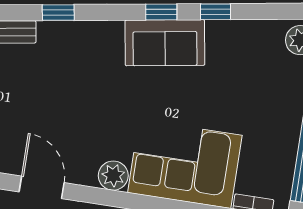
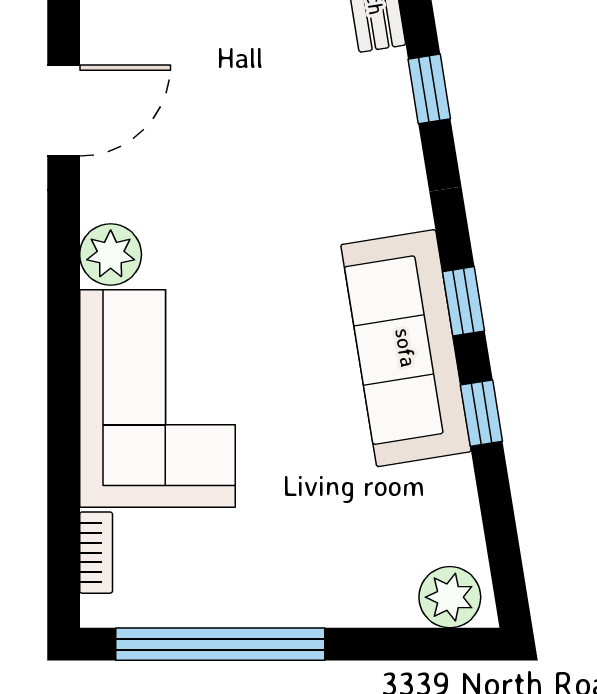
sofa: (165, 43) -> (406, 348), width x1.36

